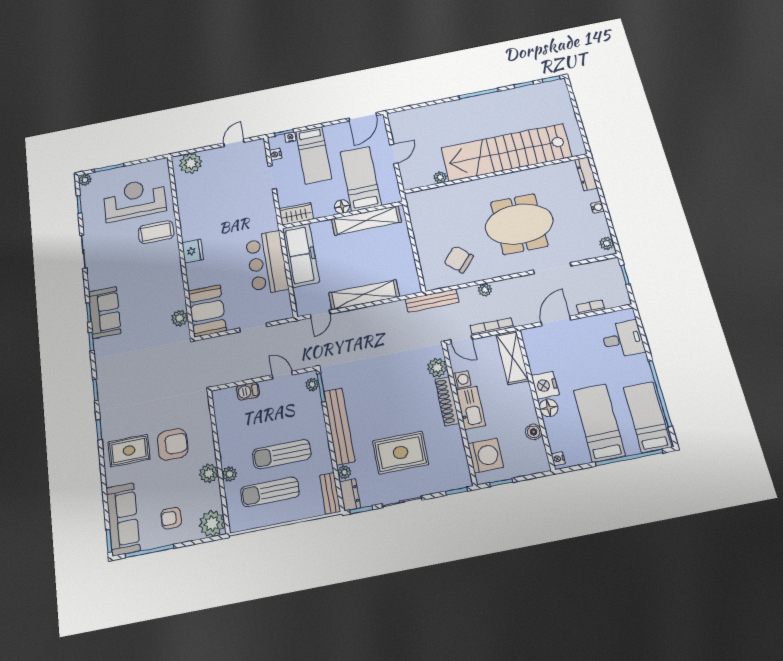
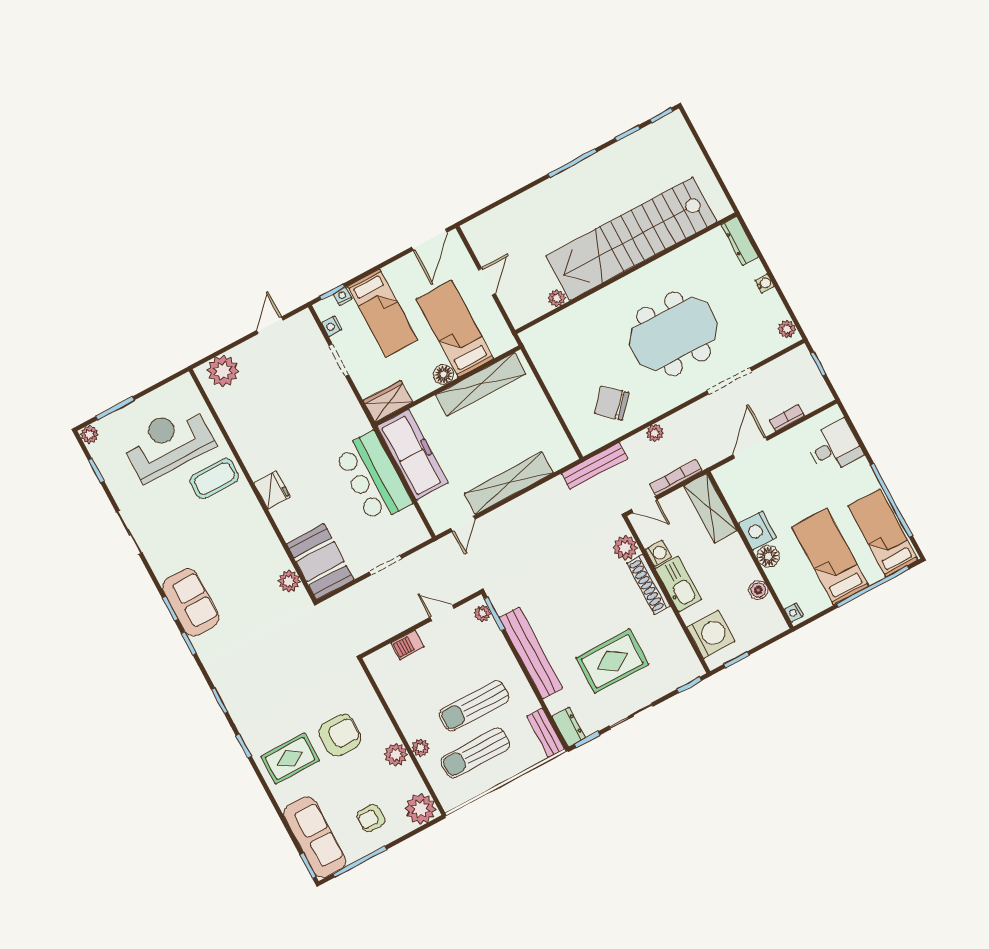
plant: (344, 472) -> (554, 704), removed

